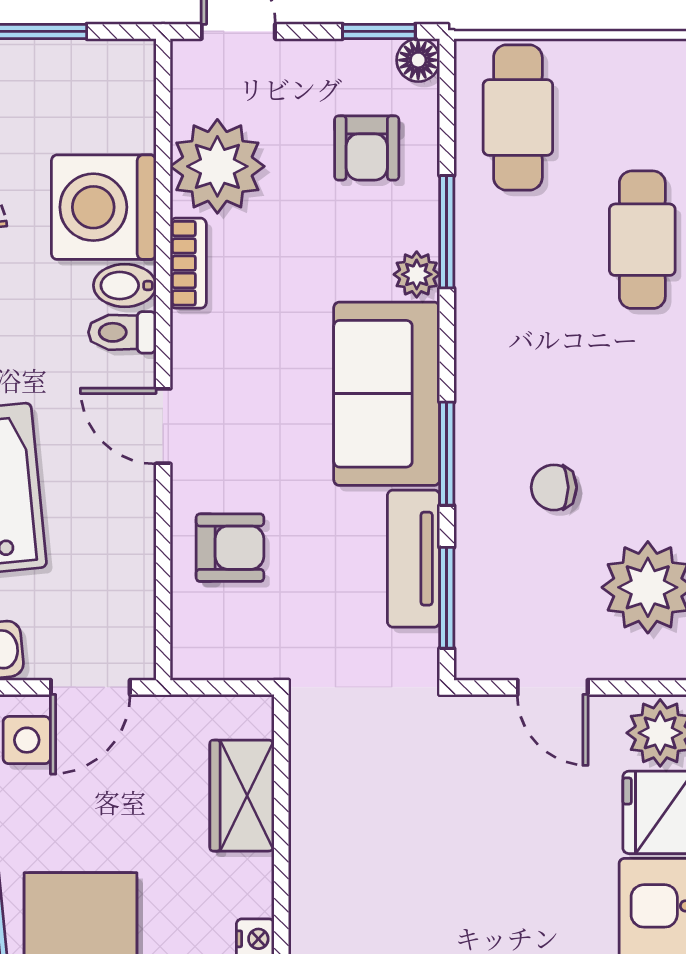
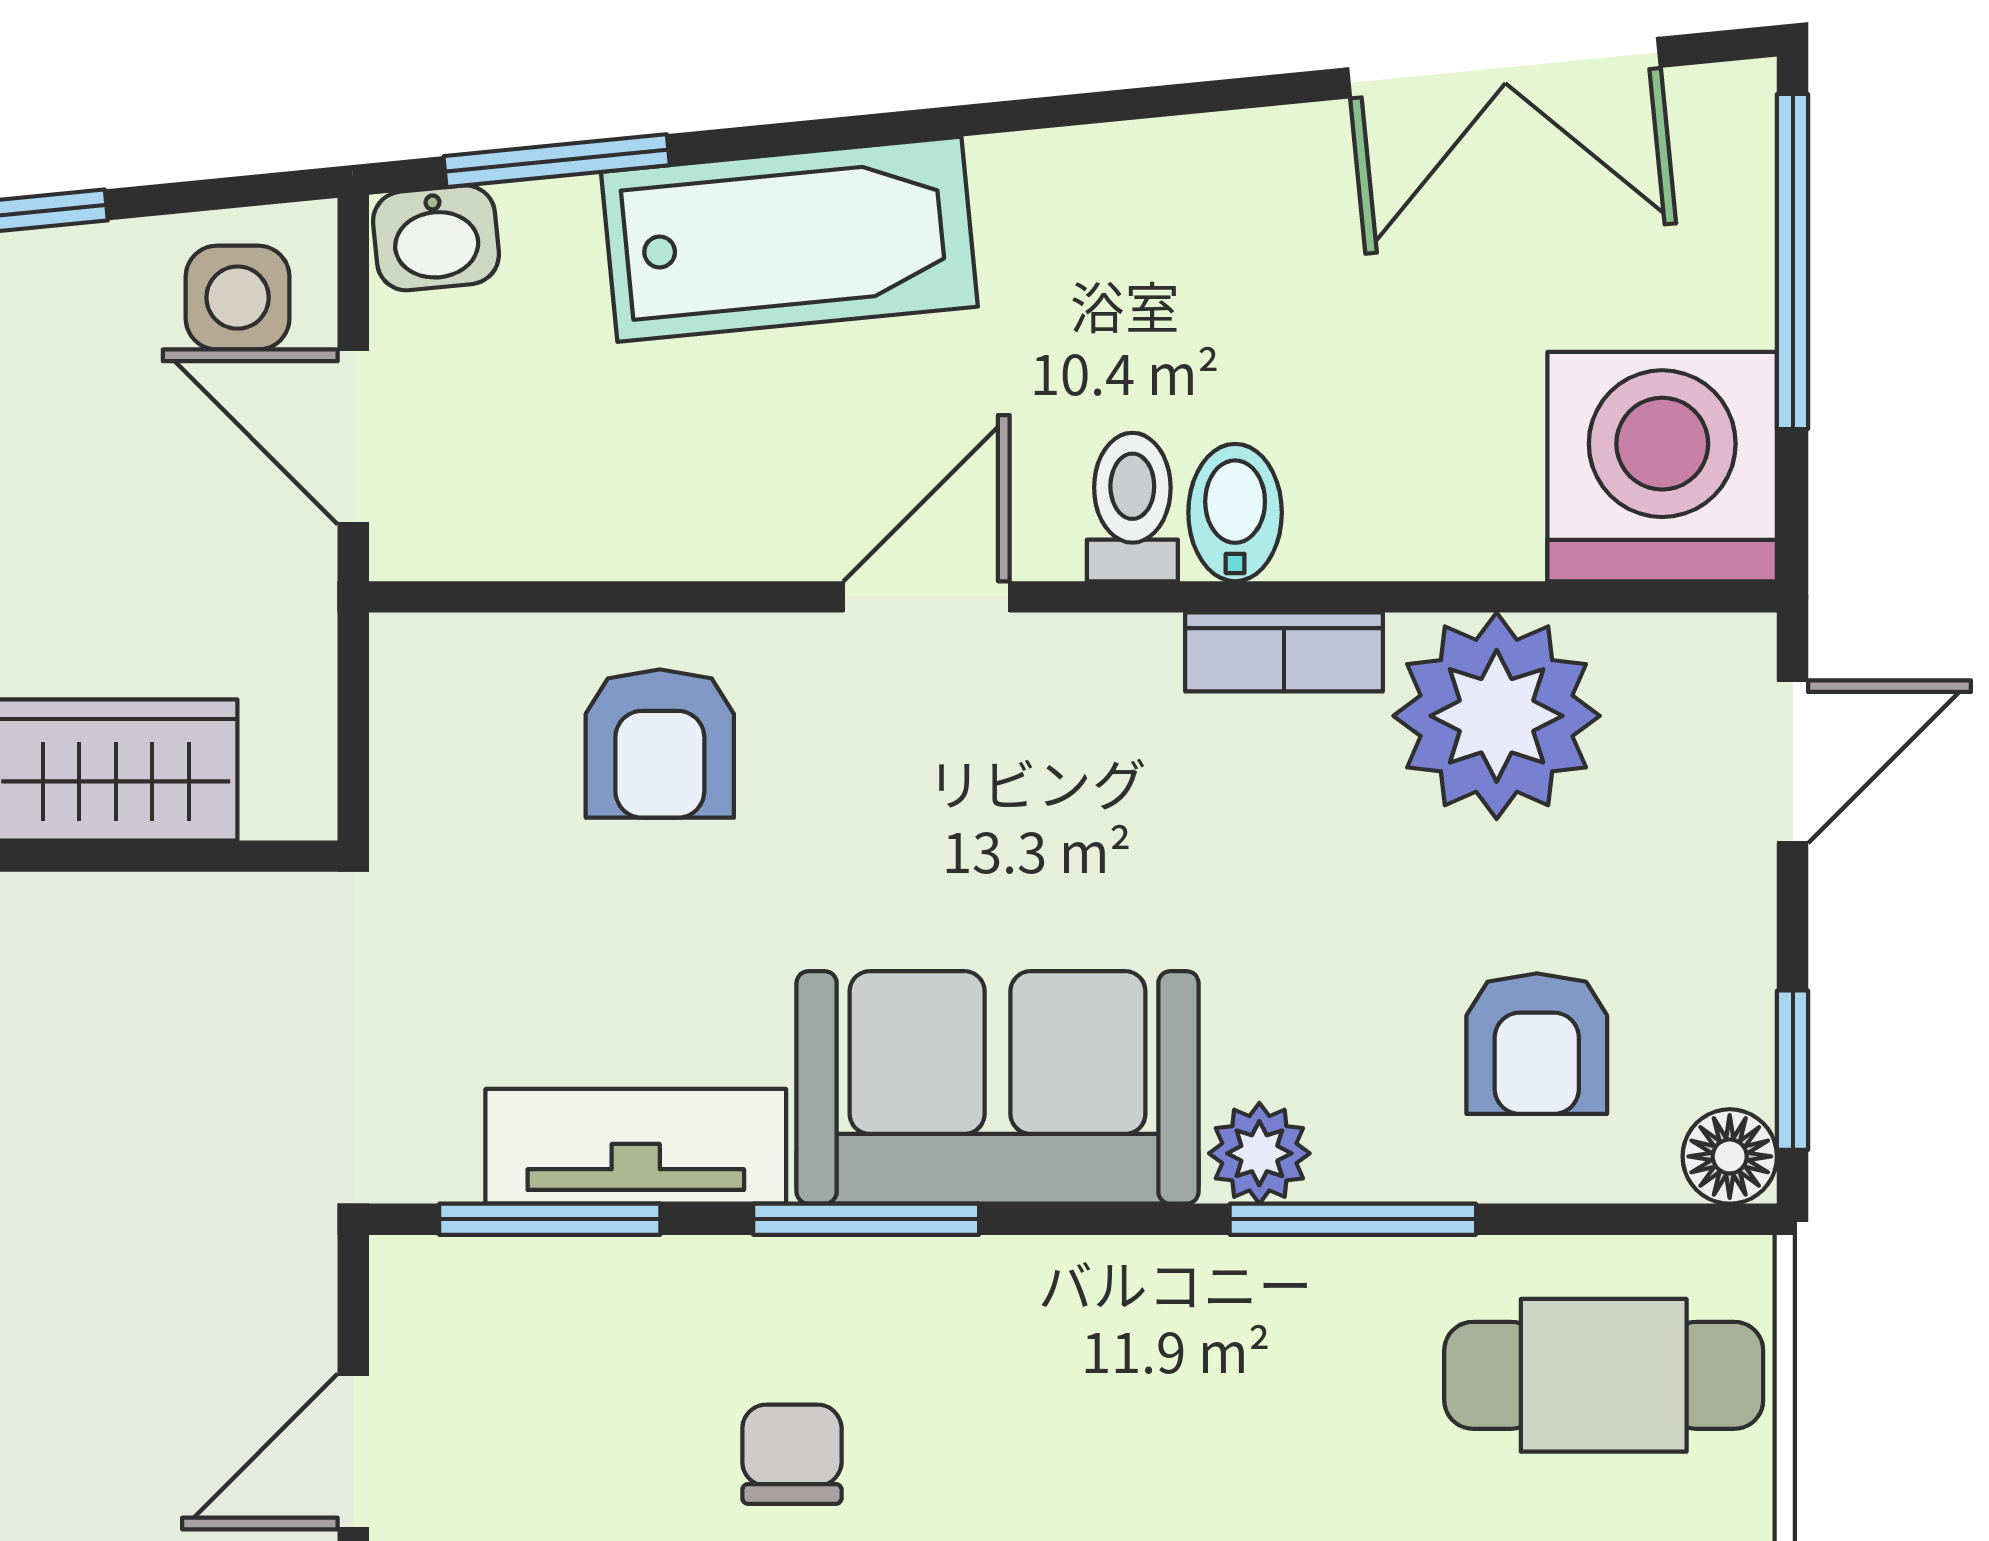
armchair: (367, 148) -> (1537, 1044), turned -90
washing machine: (104, 207) -> (1662, 467), moved

